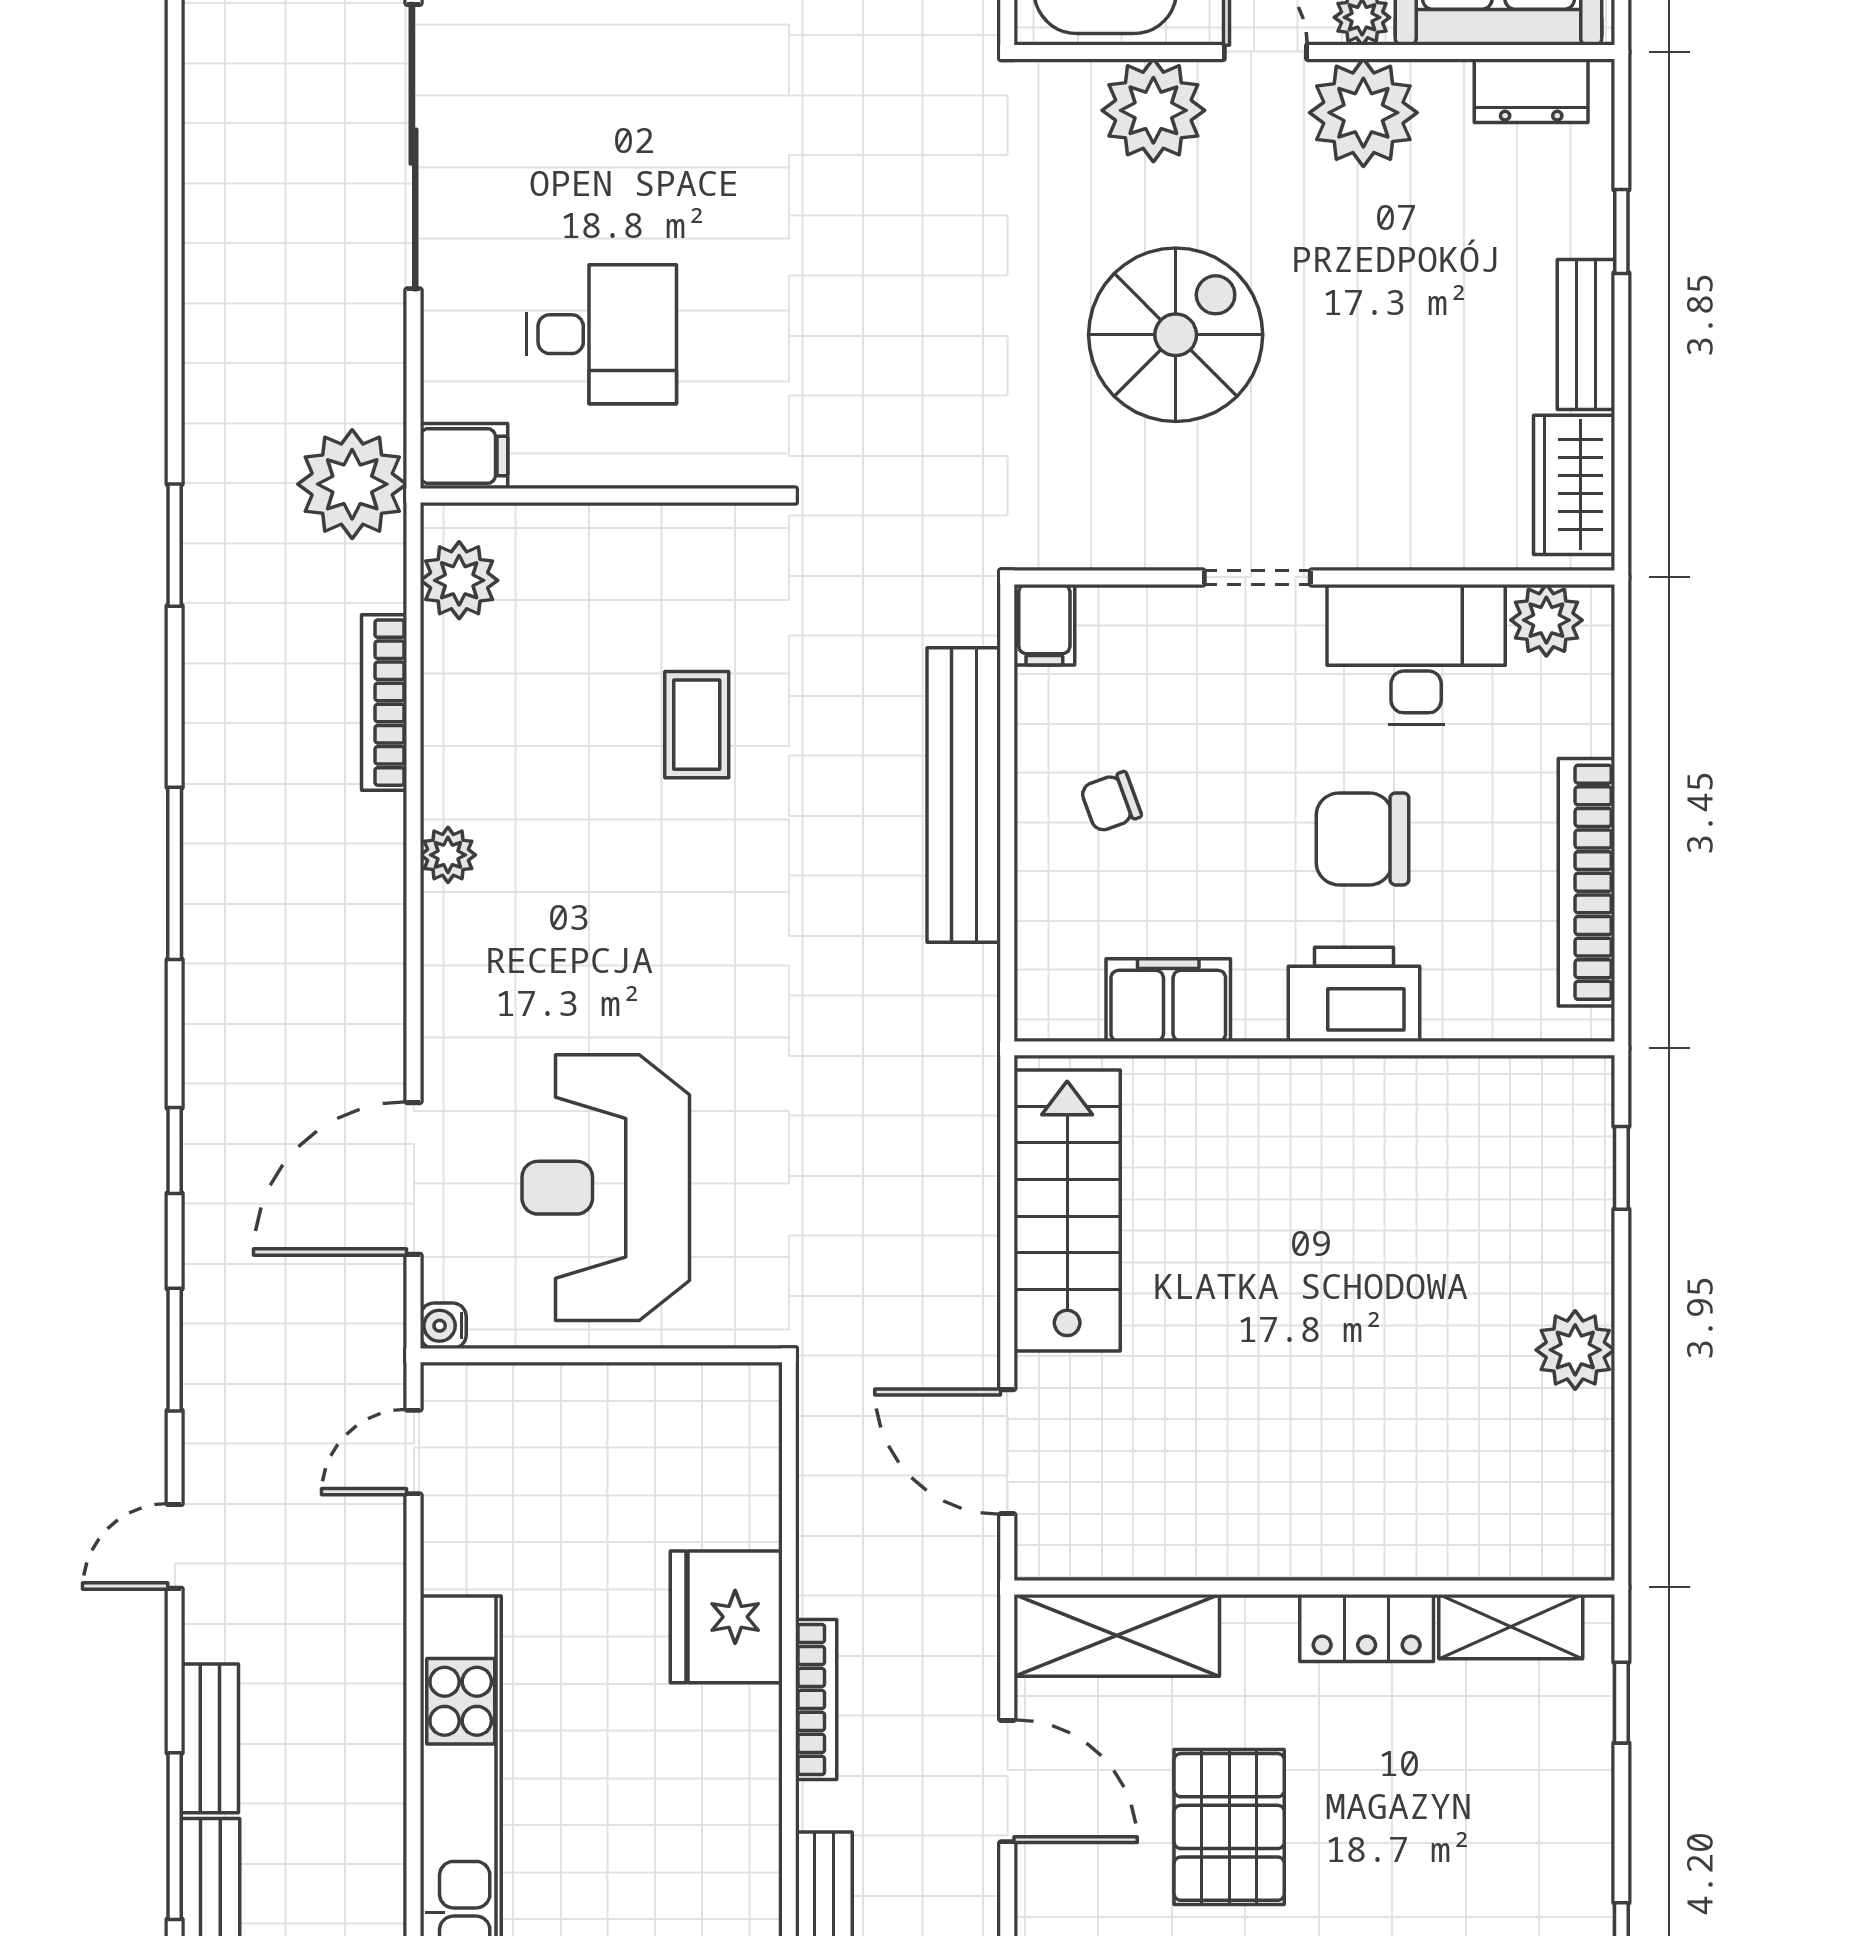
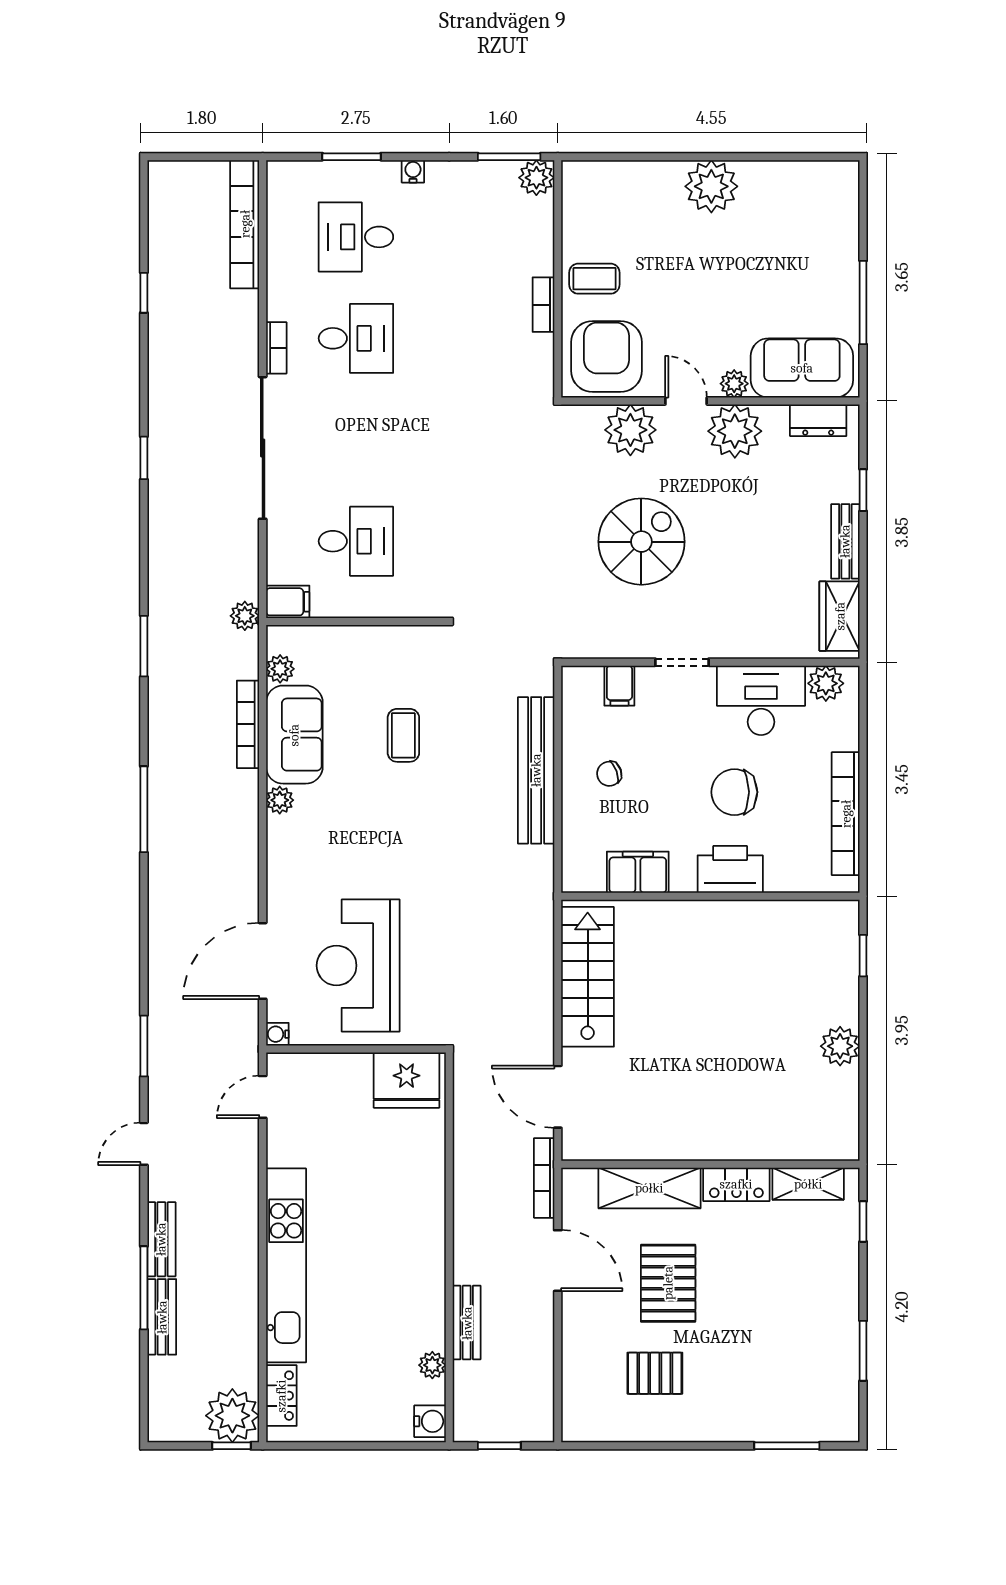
plant: (352, 484) -> (245, 616), width x0.53, depth x0.53
plant: (459, 580) -> (280, 669), width x0.73, depth x0.73
filing cabinet: (1044, 625) -> (619, 686), moved
sofa: (477, 723) -> (294, 735), added
window: (175, 1151) -> (144, 458), moved
fridge: (726, 1617) -> (407, 1080), moved, turned -90
shelving: (1117, 1635) -> (649, 1188), moved
bookcase: (816, 1699) -> (544, 1178), moved, turned 180

